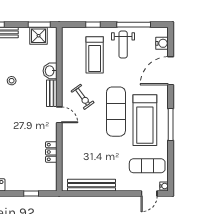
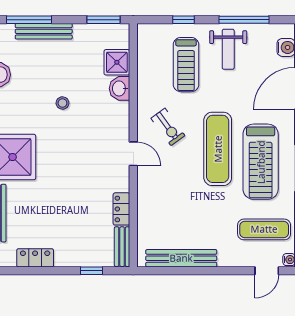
shower: (39, 36) -> (117, 62), moved
bench: (52, 93) -> (122, 247), moved

